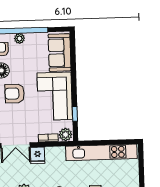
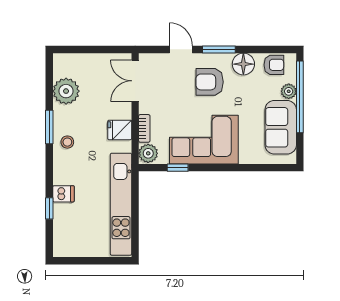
sofa: (60, 53) -> (281, 127), moved, turned -90
armchair: (15, 94) -> (210, 82), turned -90
fridge: (38, 155) -> (120, 130), moved

